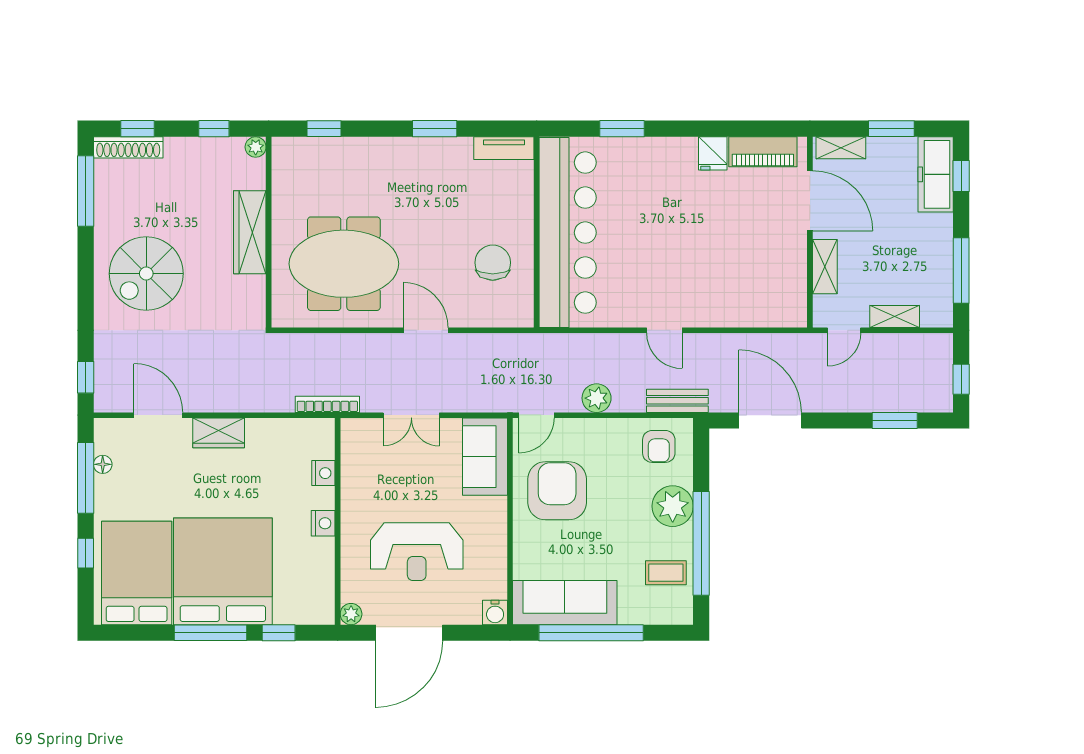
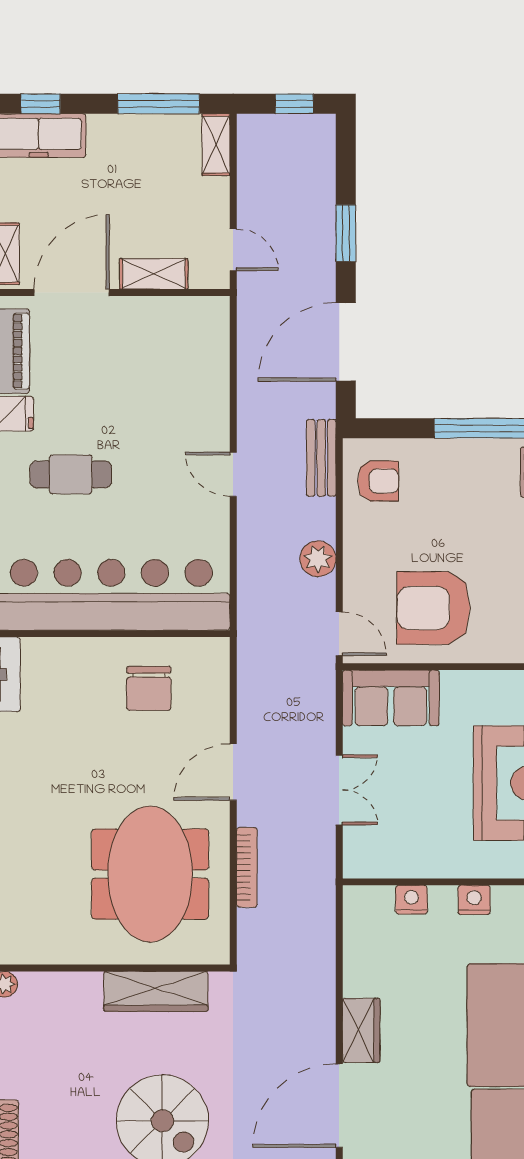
cafe table: (664, 200) -> (71, 474), added
wardrobe: (250, 232) -> (156, 991), moved
chair: (493, 263) -> (149, 688), turned -90
shelving: (895, 317) -> (216, 145), moved
door: (664, 330) -> (233, 474), swing flipped
bookcase: (327, 404) -> (247, 867), moved, turned 180
door: (158, 415) -> (339, 1106), width x1.36
window: (895, 421) -> (346, 233), moved
plant: (673, 506) -> (453, 464), removed

